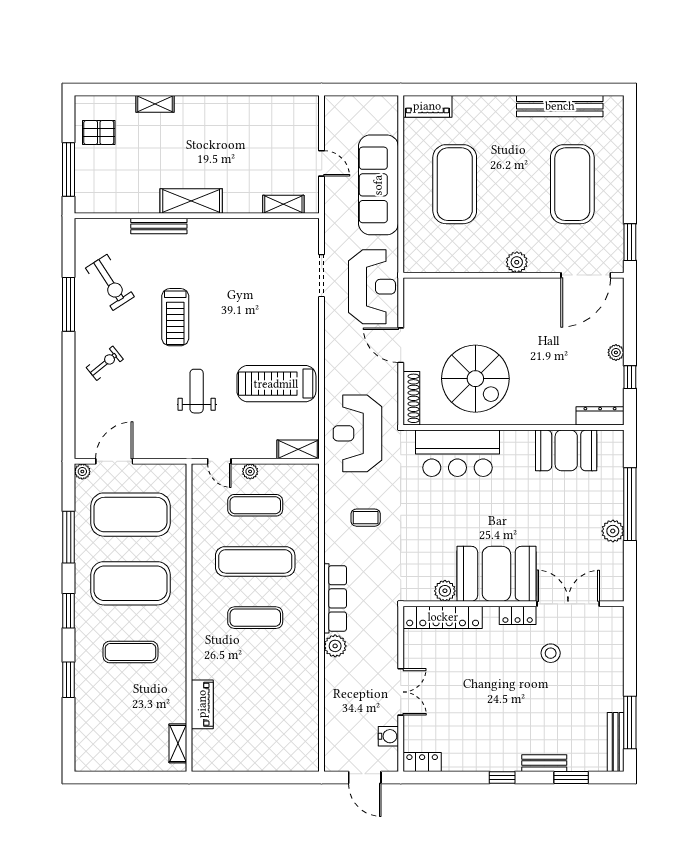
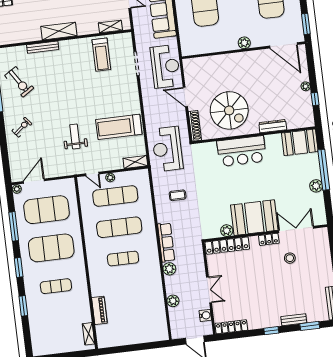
door: (586, 275) -> (283, 45), hinge flipped
treadmill: (175, 317) -> (101, 55), moved
dresser: (600, 416) -> (273, 126), moved
booth: (566, 450) -> (300, 142), moved
bar counter: (457, 453) -> (242, 151), moved
exercise mat: (255, 505) -> (115, 196), width x1.36, depth x1.45
plant: (334, 703) -> (173, 301), added
locker: (422, 762) -> (231, 327), width x1.53

